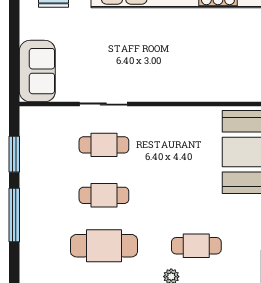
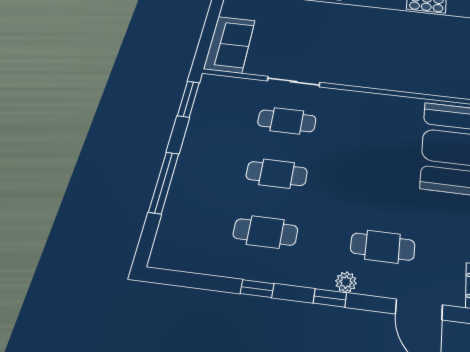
window: (14, 154) -> (188, 99), moved
cafe table: (104, 246) -> (265, 232), width x0.73, depth x0.74

